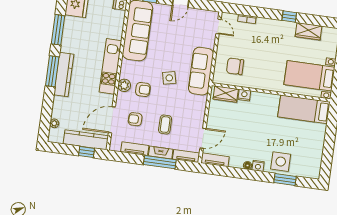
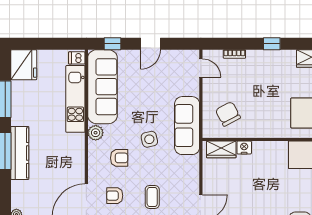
window: (289, 17) -> (272, 44), moved
kitchen unit: (110, 66) -> (75, 99), moved
chair: (235, 66) -> (228, 114), turned 62
plant: (124, 85) -> (96, 133), moved

